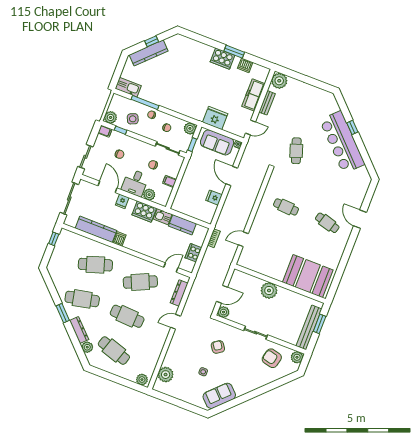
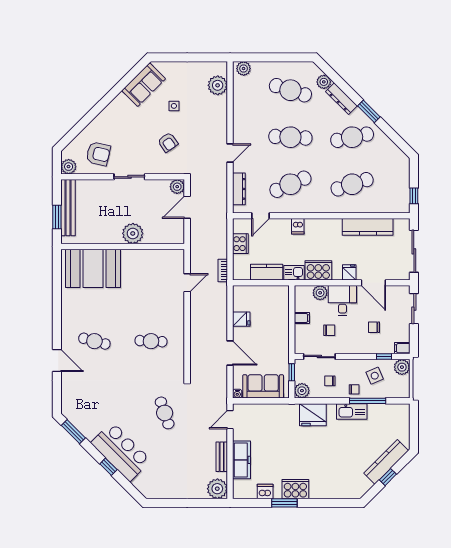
kitchen sink: (128, 87) -> (352, 411), moved
fridge: (215, 118) -> (313, 415), moved
bar counter: (342, 142) -> (121, 452), width x0.73
window: (368, 163) -> (73, 432), added
dishwasher: (120, 239) -> (298, 226), moved

